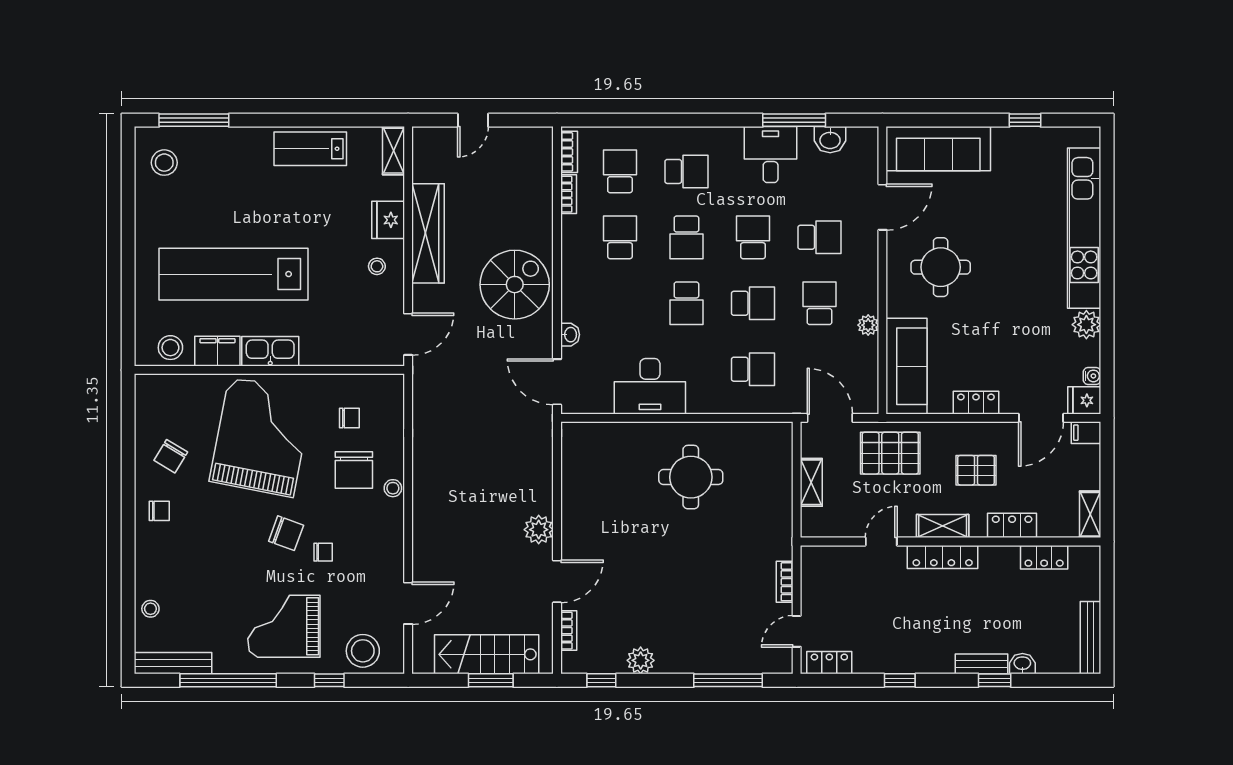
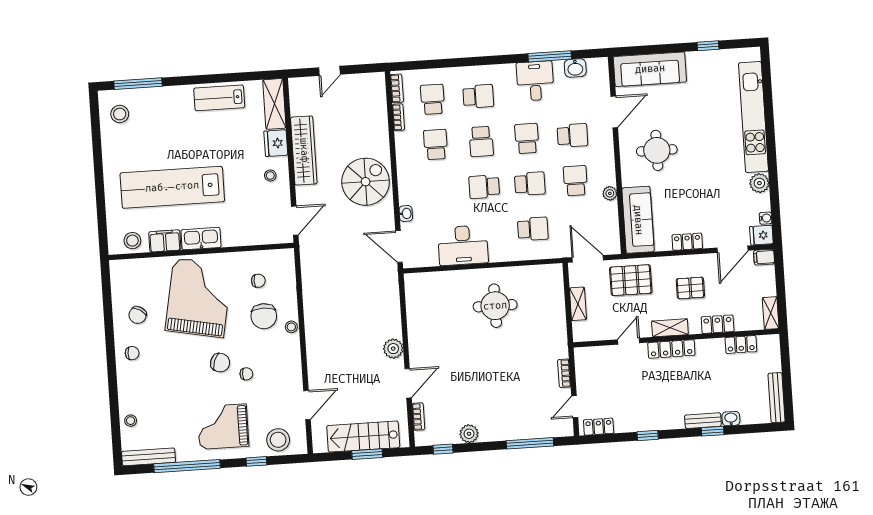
shelving: (393, 151) -> (274, 104), width x1.50, depth x1.33
school desk: (686, 303) -> (484, 187), turned 90

